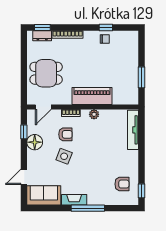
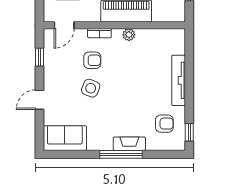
tv unit: (133, 130) -> (179, 80), moved
floor lamp: (35, 142) -> (53, 70), removed
door: (24, 177) -> (39, 100), moved
fireplace: (74, 200) -> (129, 144), moved

